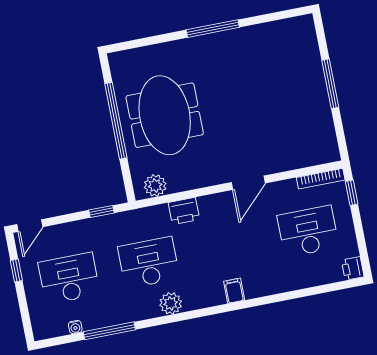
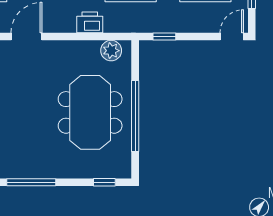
window: (135, 44) -> (104, 182), added

